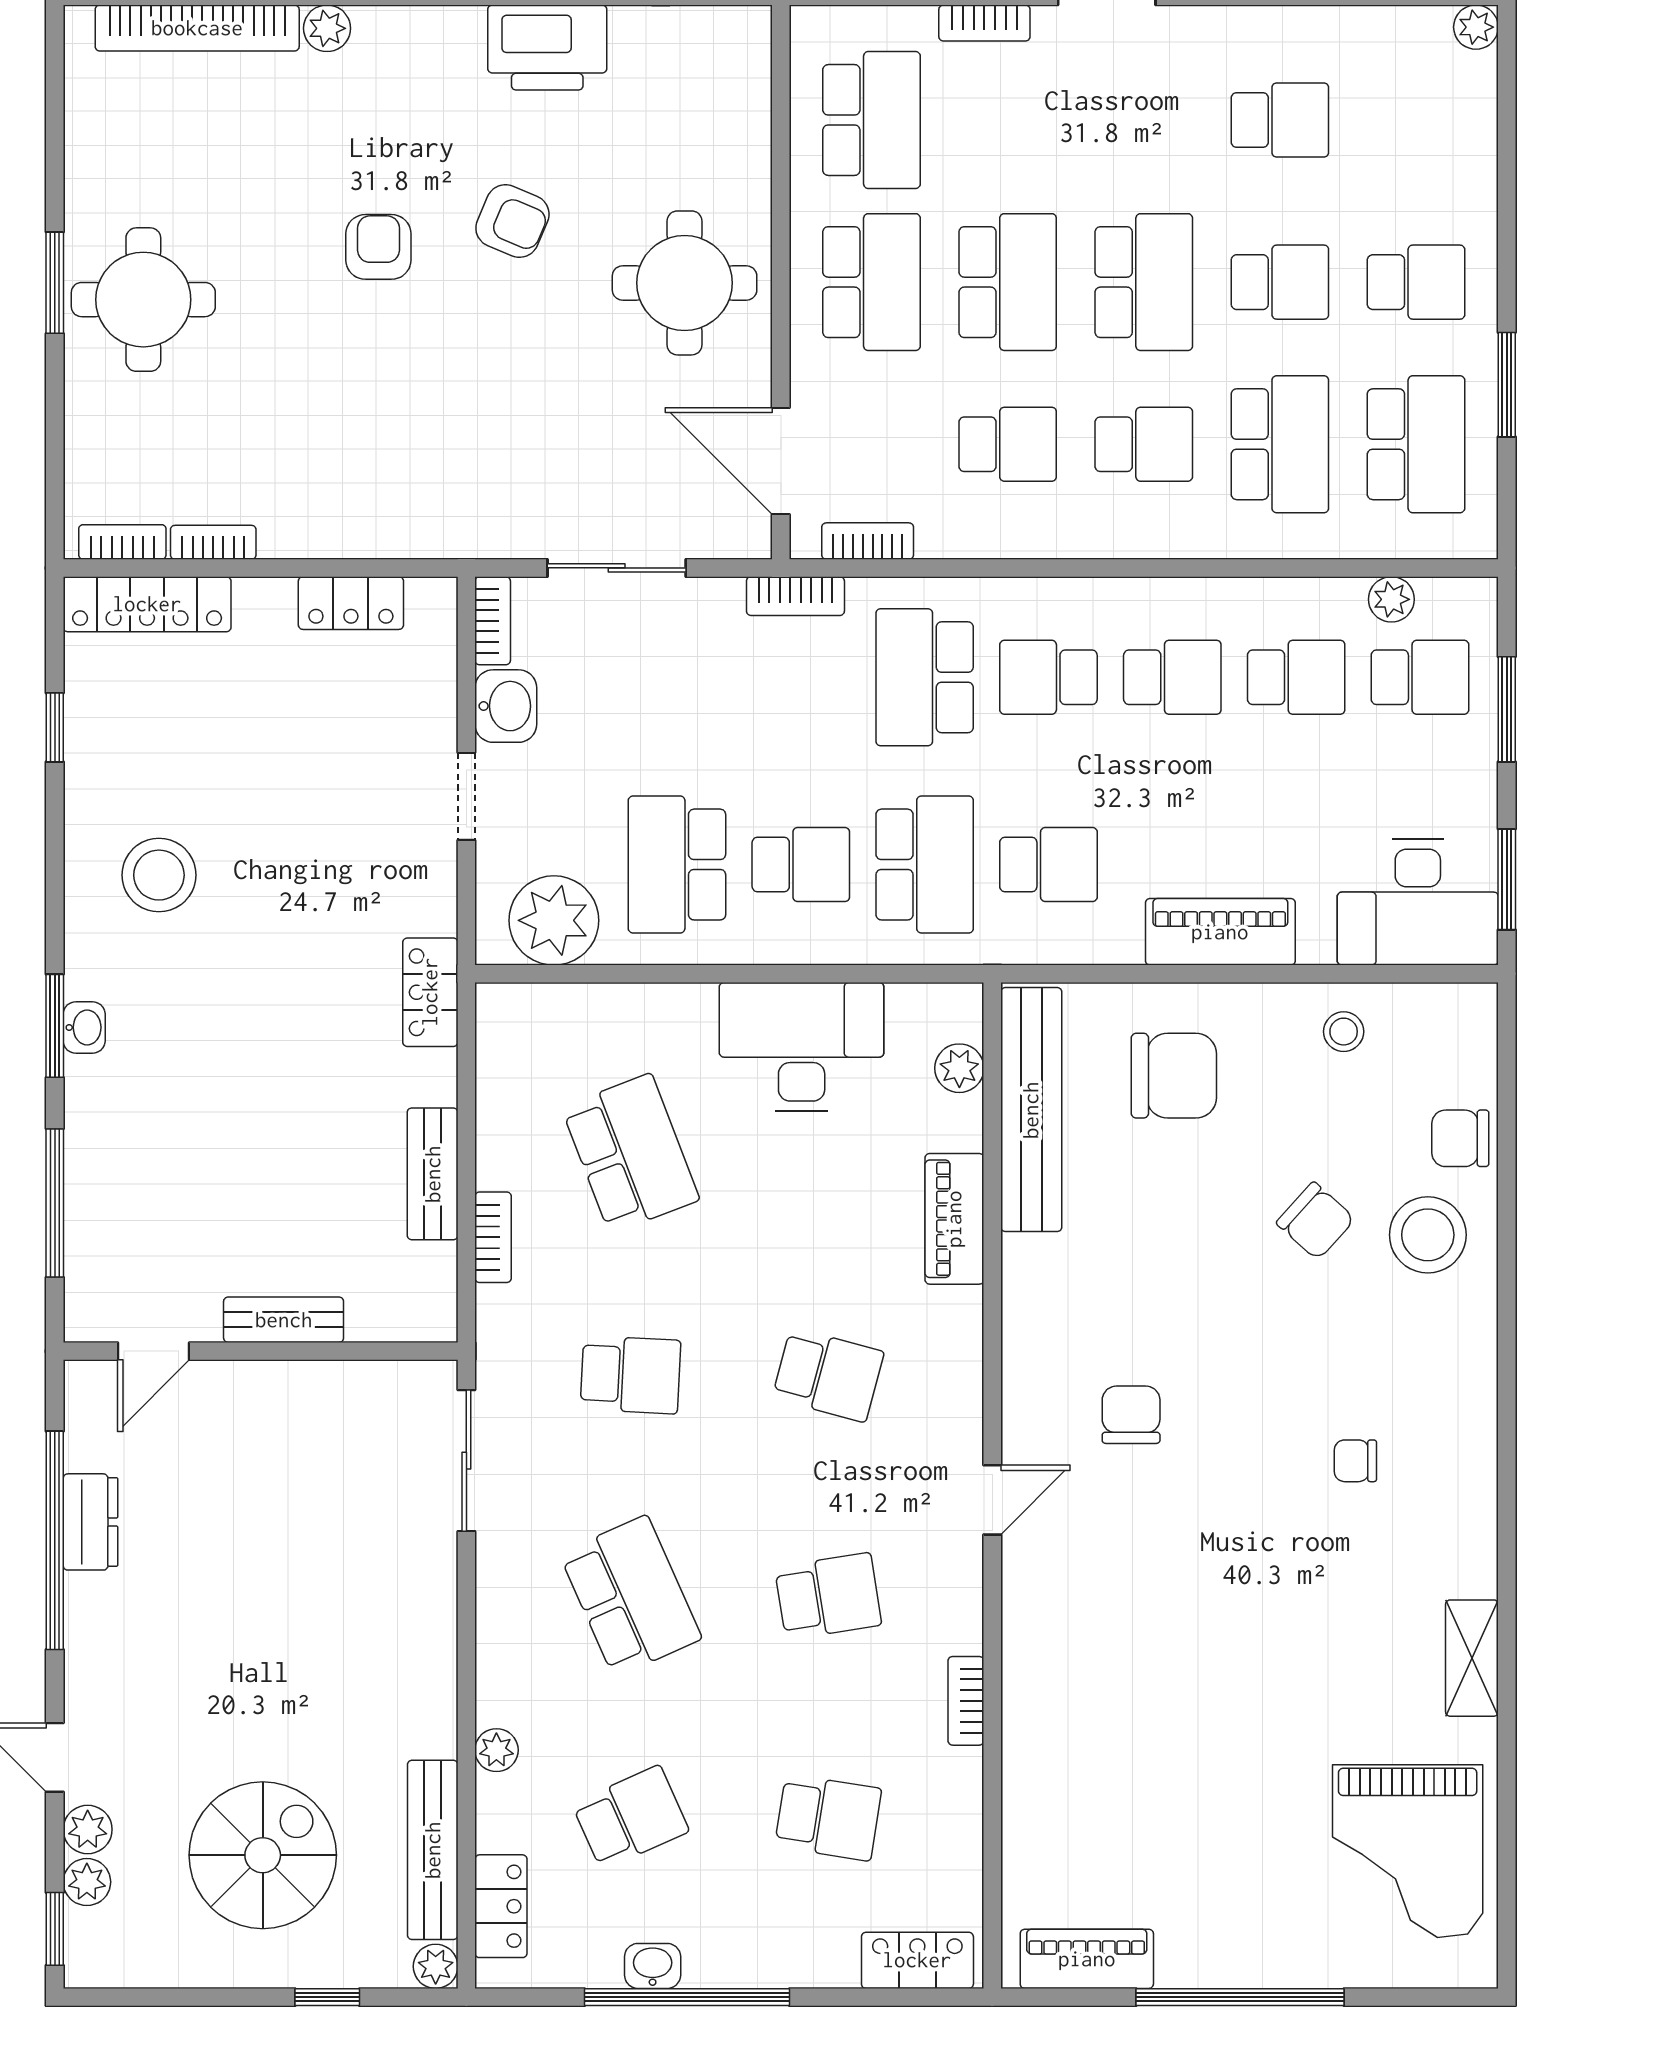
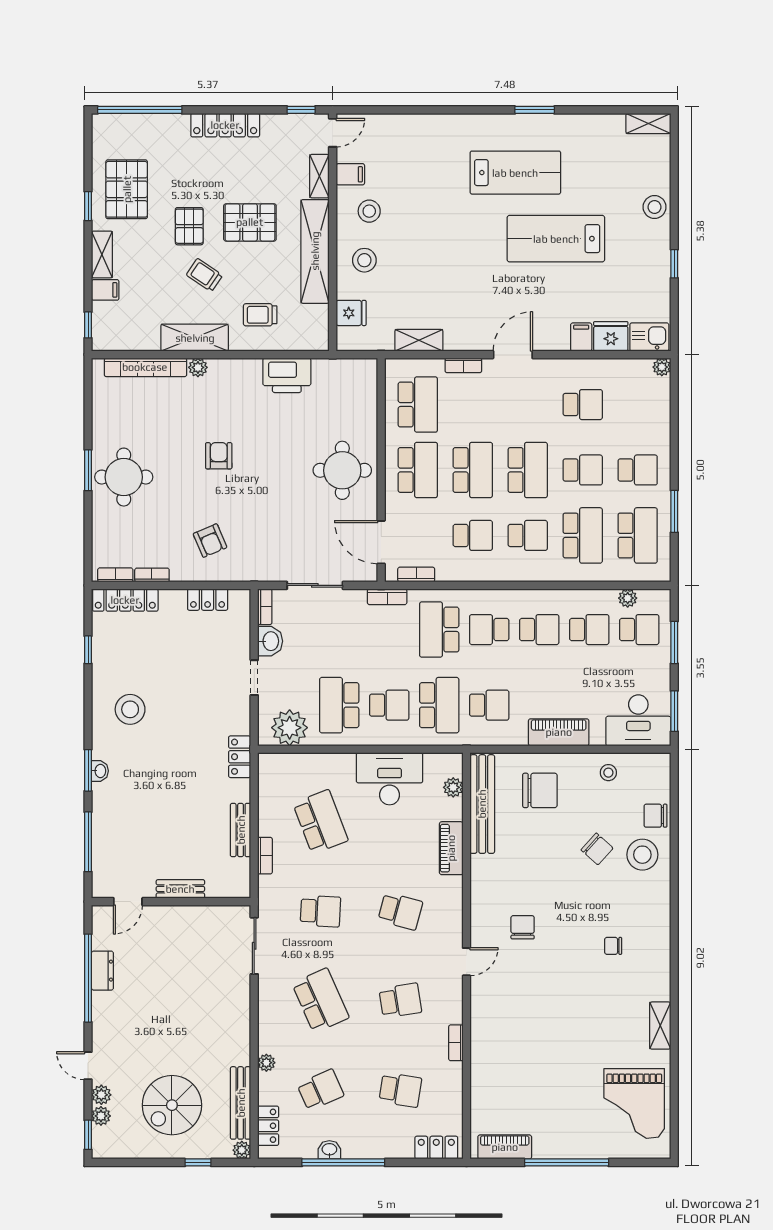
armchair: (512, 221) -> (210, 541), moved, turned 44
spiral stairs: (263, 1855) -> (172, 1105), turned 180

